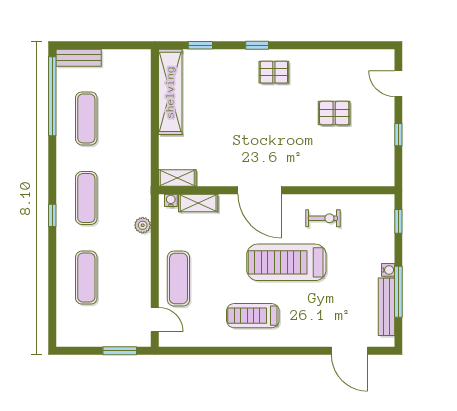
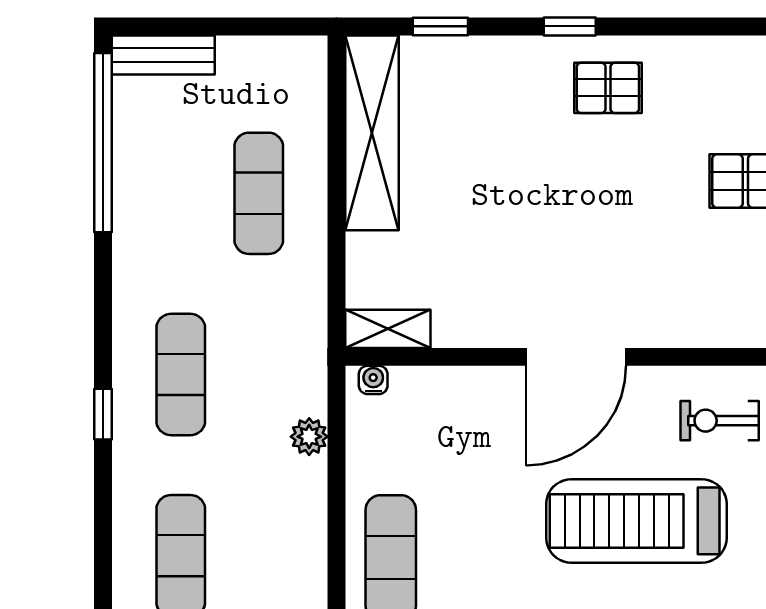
exercise mat: (86, 118) -> (259, 193), moved
door: (260, 190) -> (576, 357), hinge flipped
shelving: (198, 203) -> (436, 386), removed
exercise bike: (323, 218) -> (720, 421), turned 180

